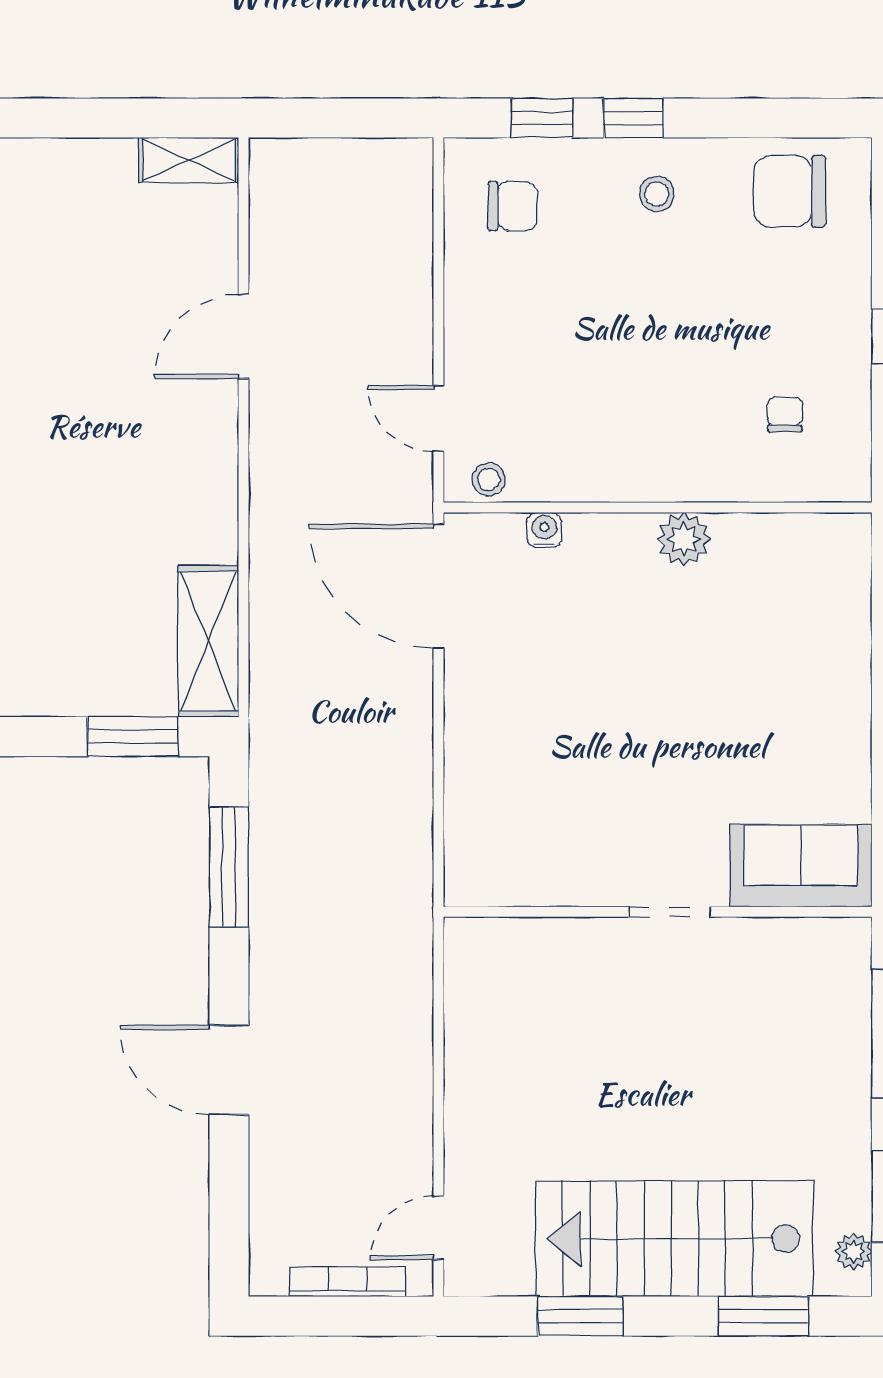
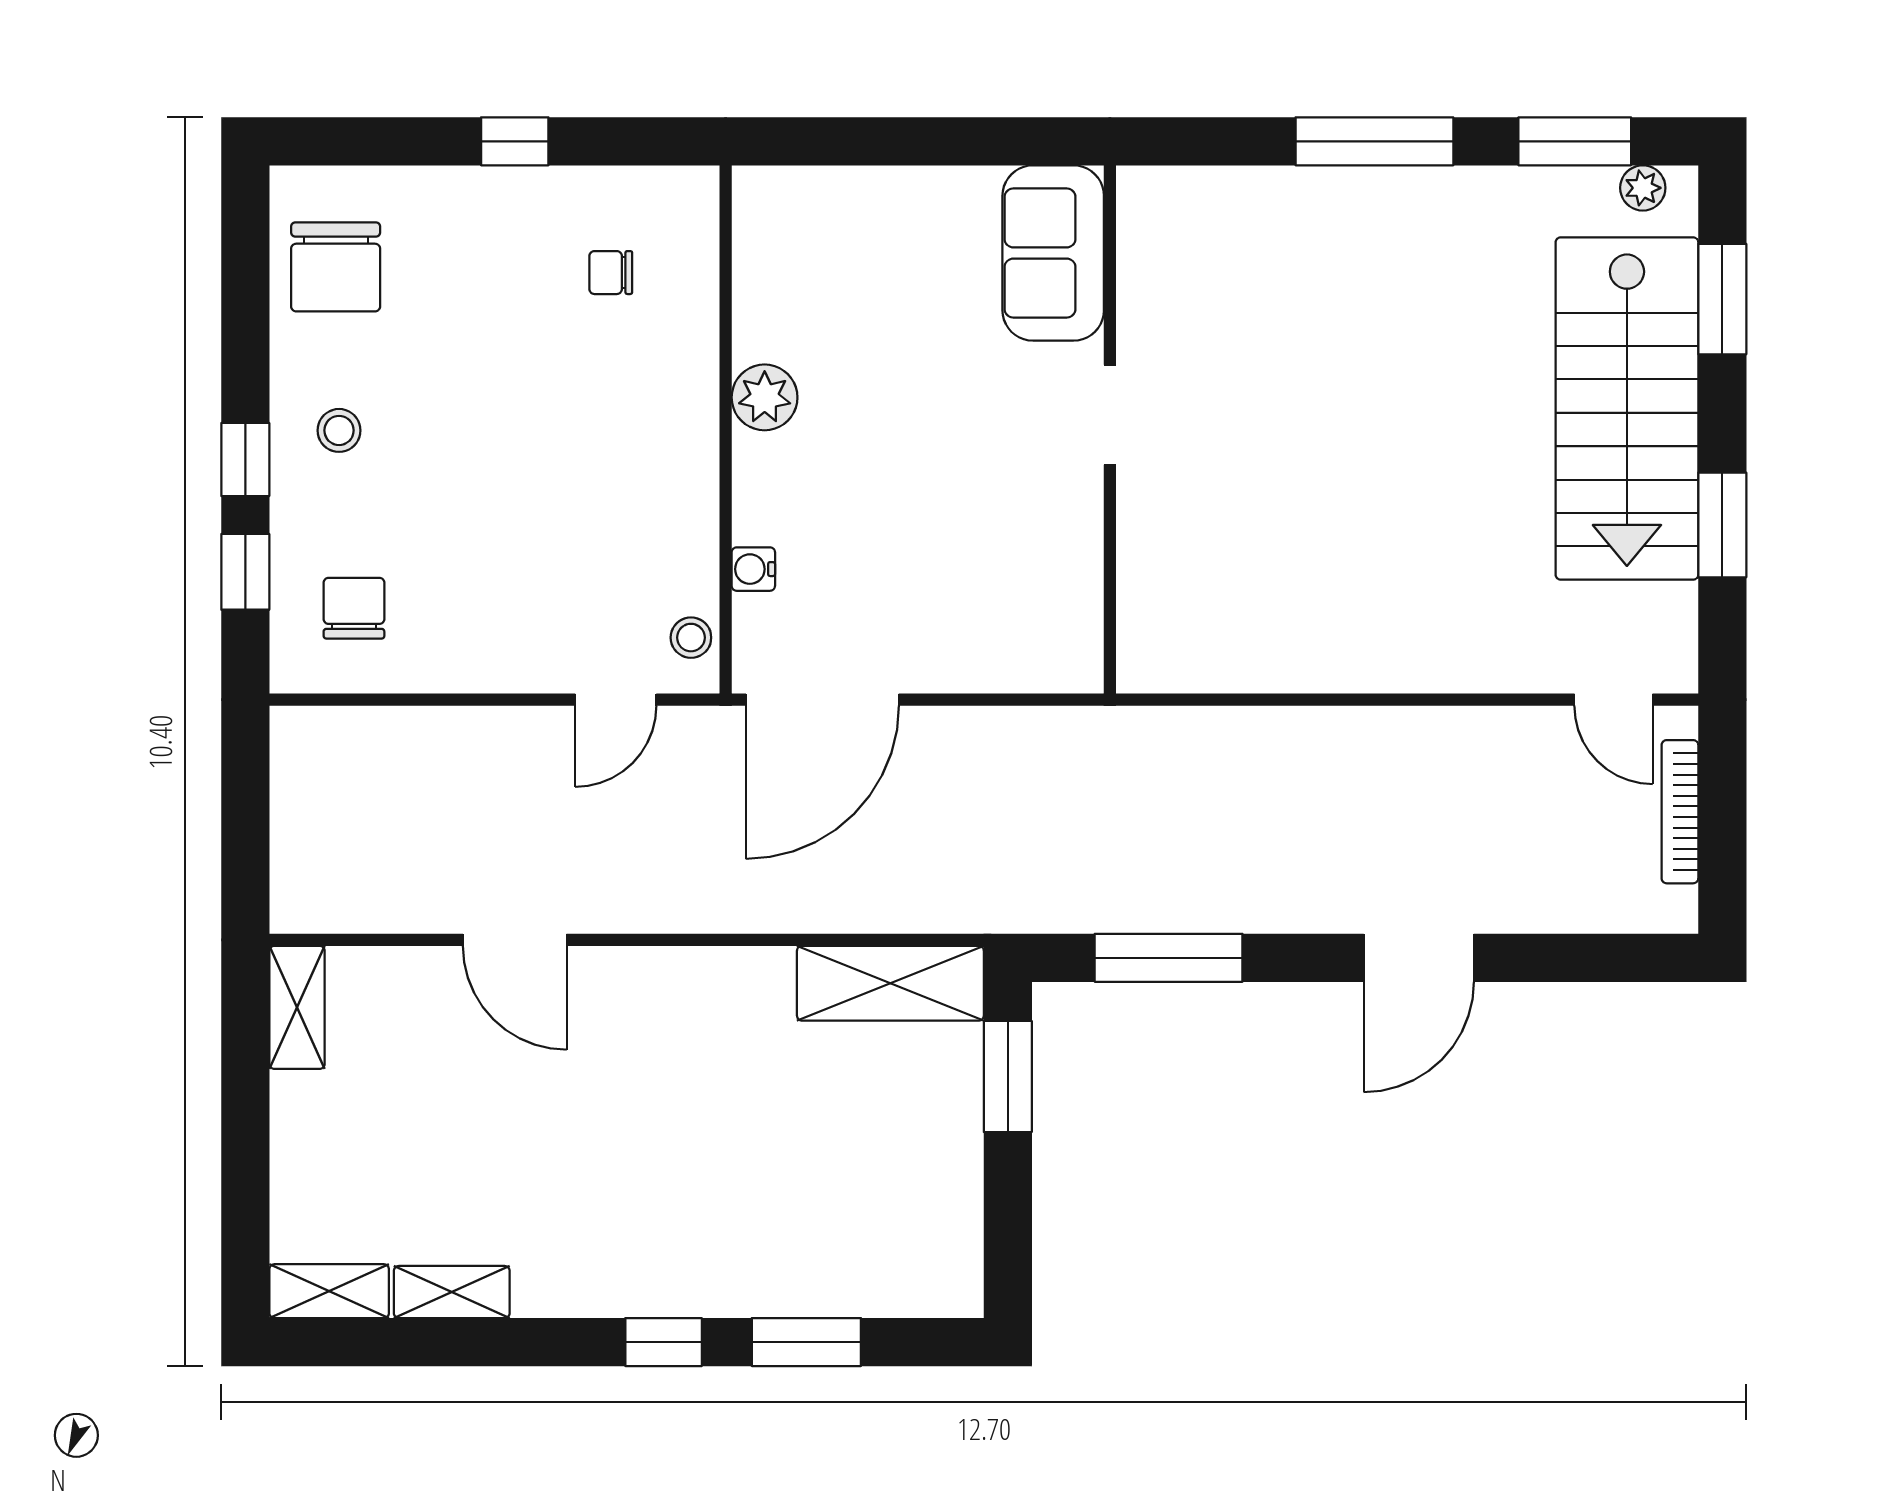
sofa: (801, 866) -> (1053, 253), moved
wall: (658, 912) -> (1110, 430), moved
doorway: (670, 912) -> (1110, 415), moved

